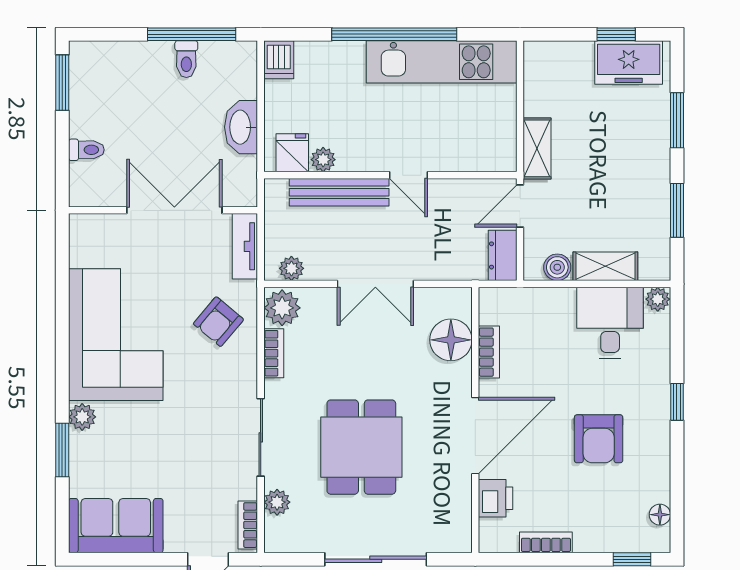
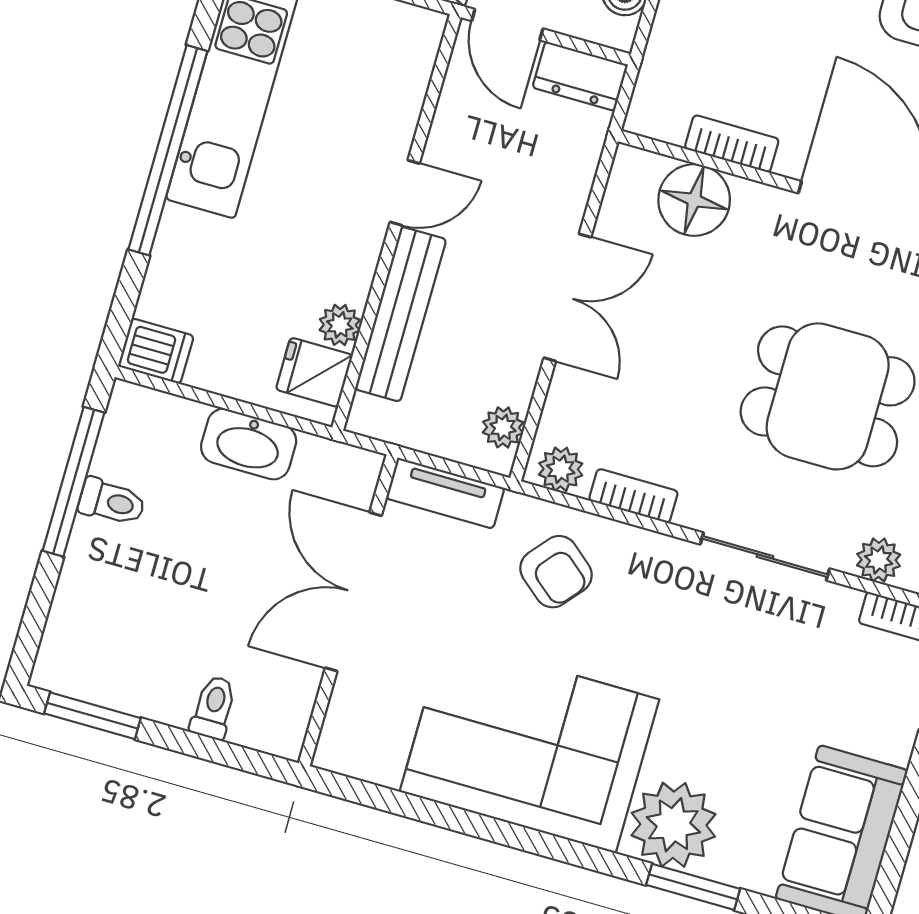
plant: (282, 308) -> (561, 469), width x0.73, depth x0.73
plant: (82, 417) -> (673, 825), width x1.87, depth x1.87

